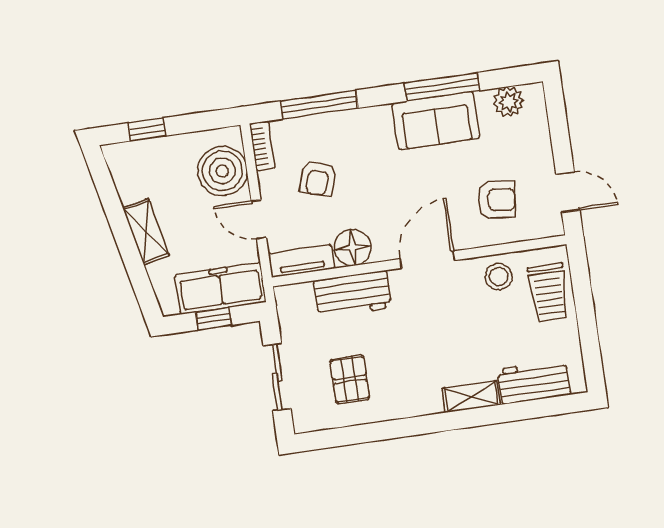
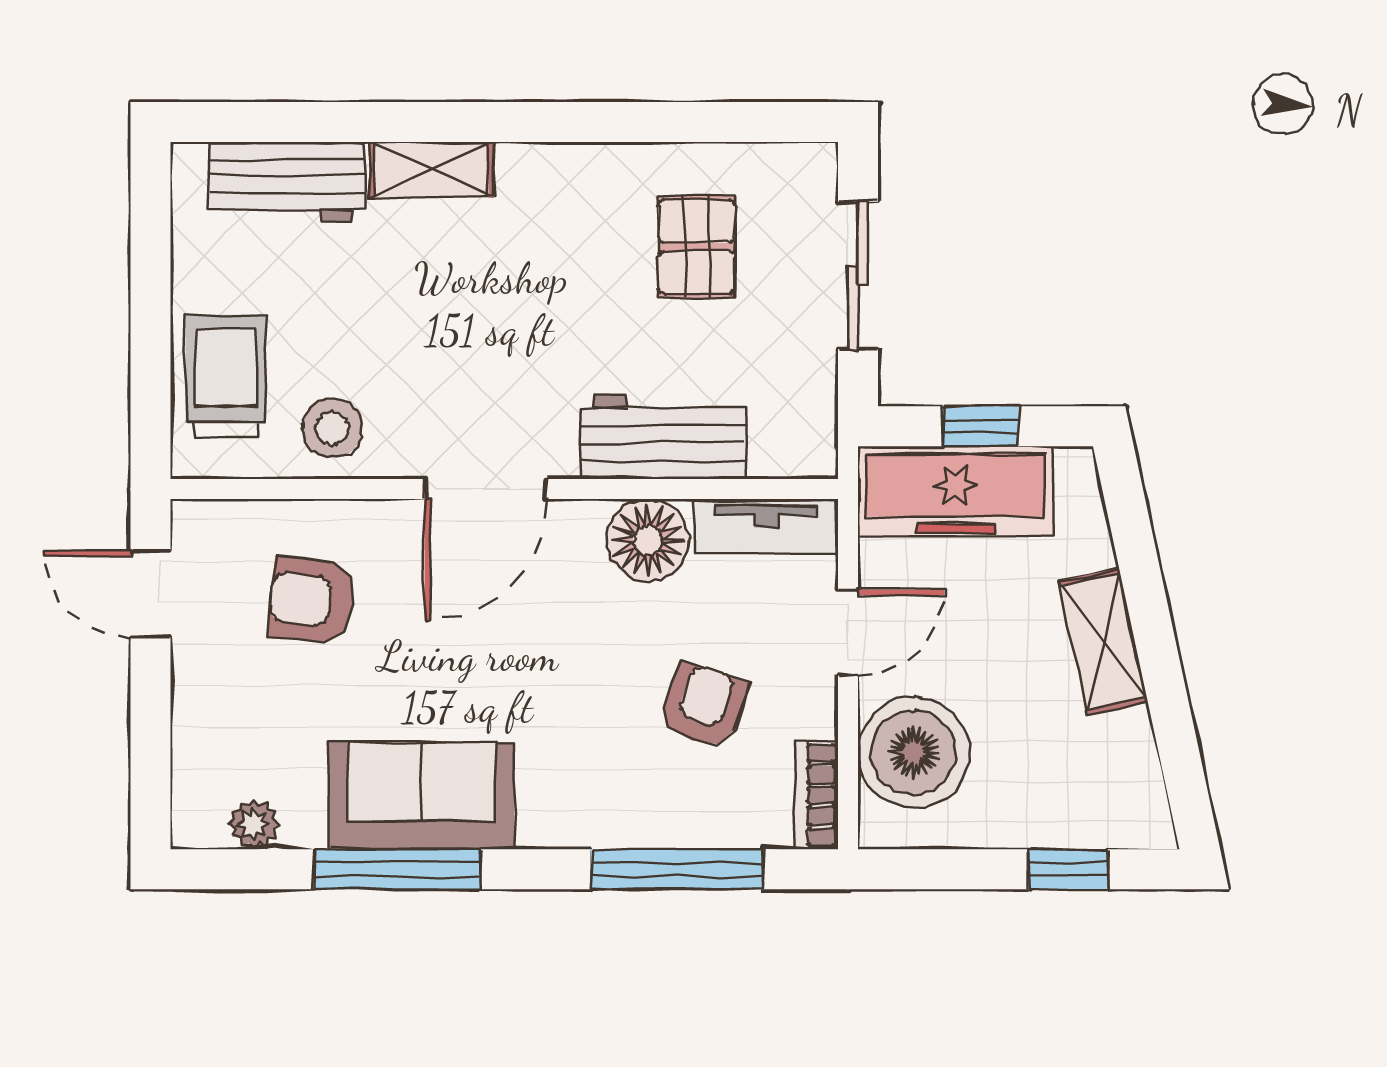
plant: (508, 102) -> (254, 824), width x0.73, depth x0.73
door: (259, 219) -> (848, 633), hinge flipped

